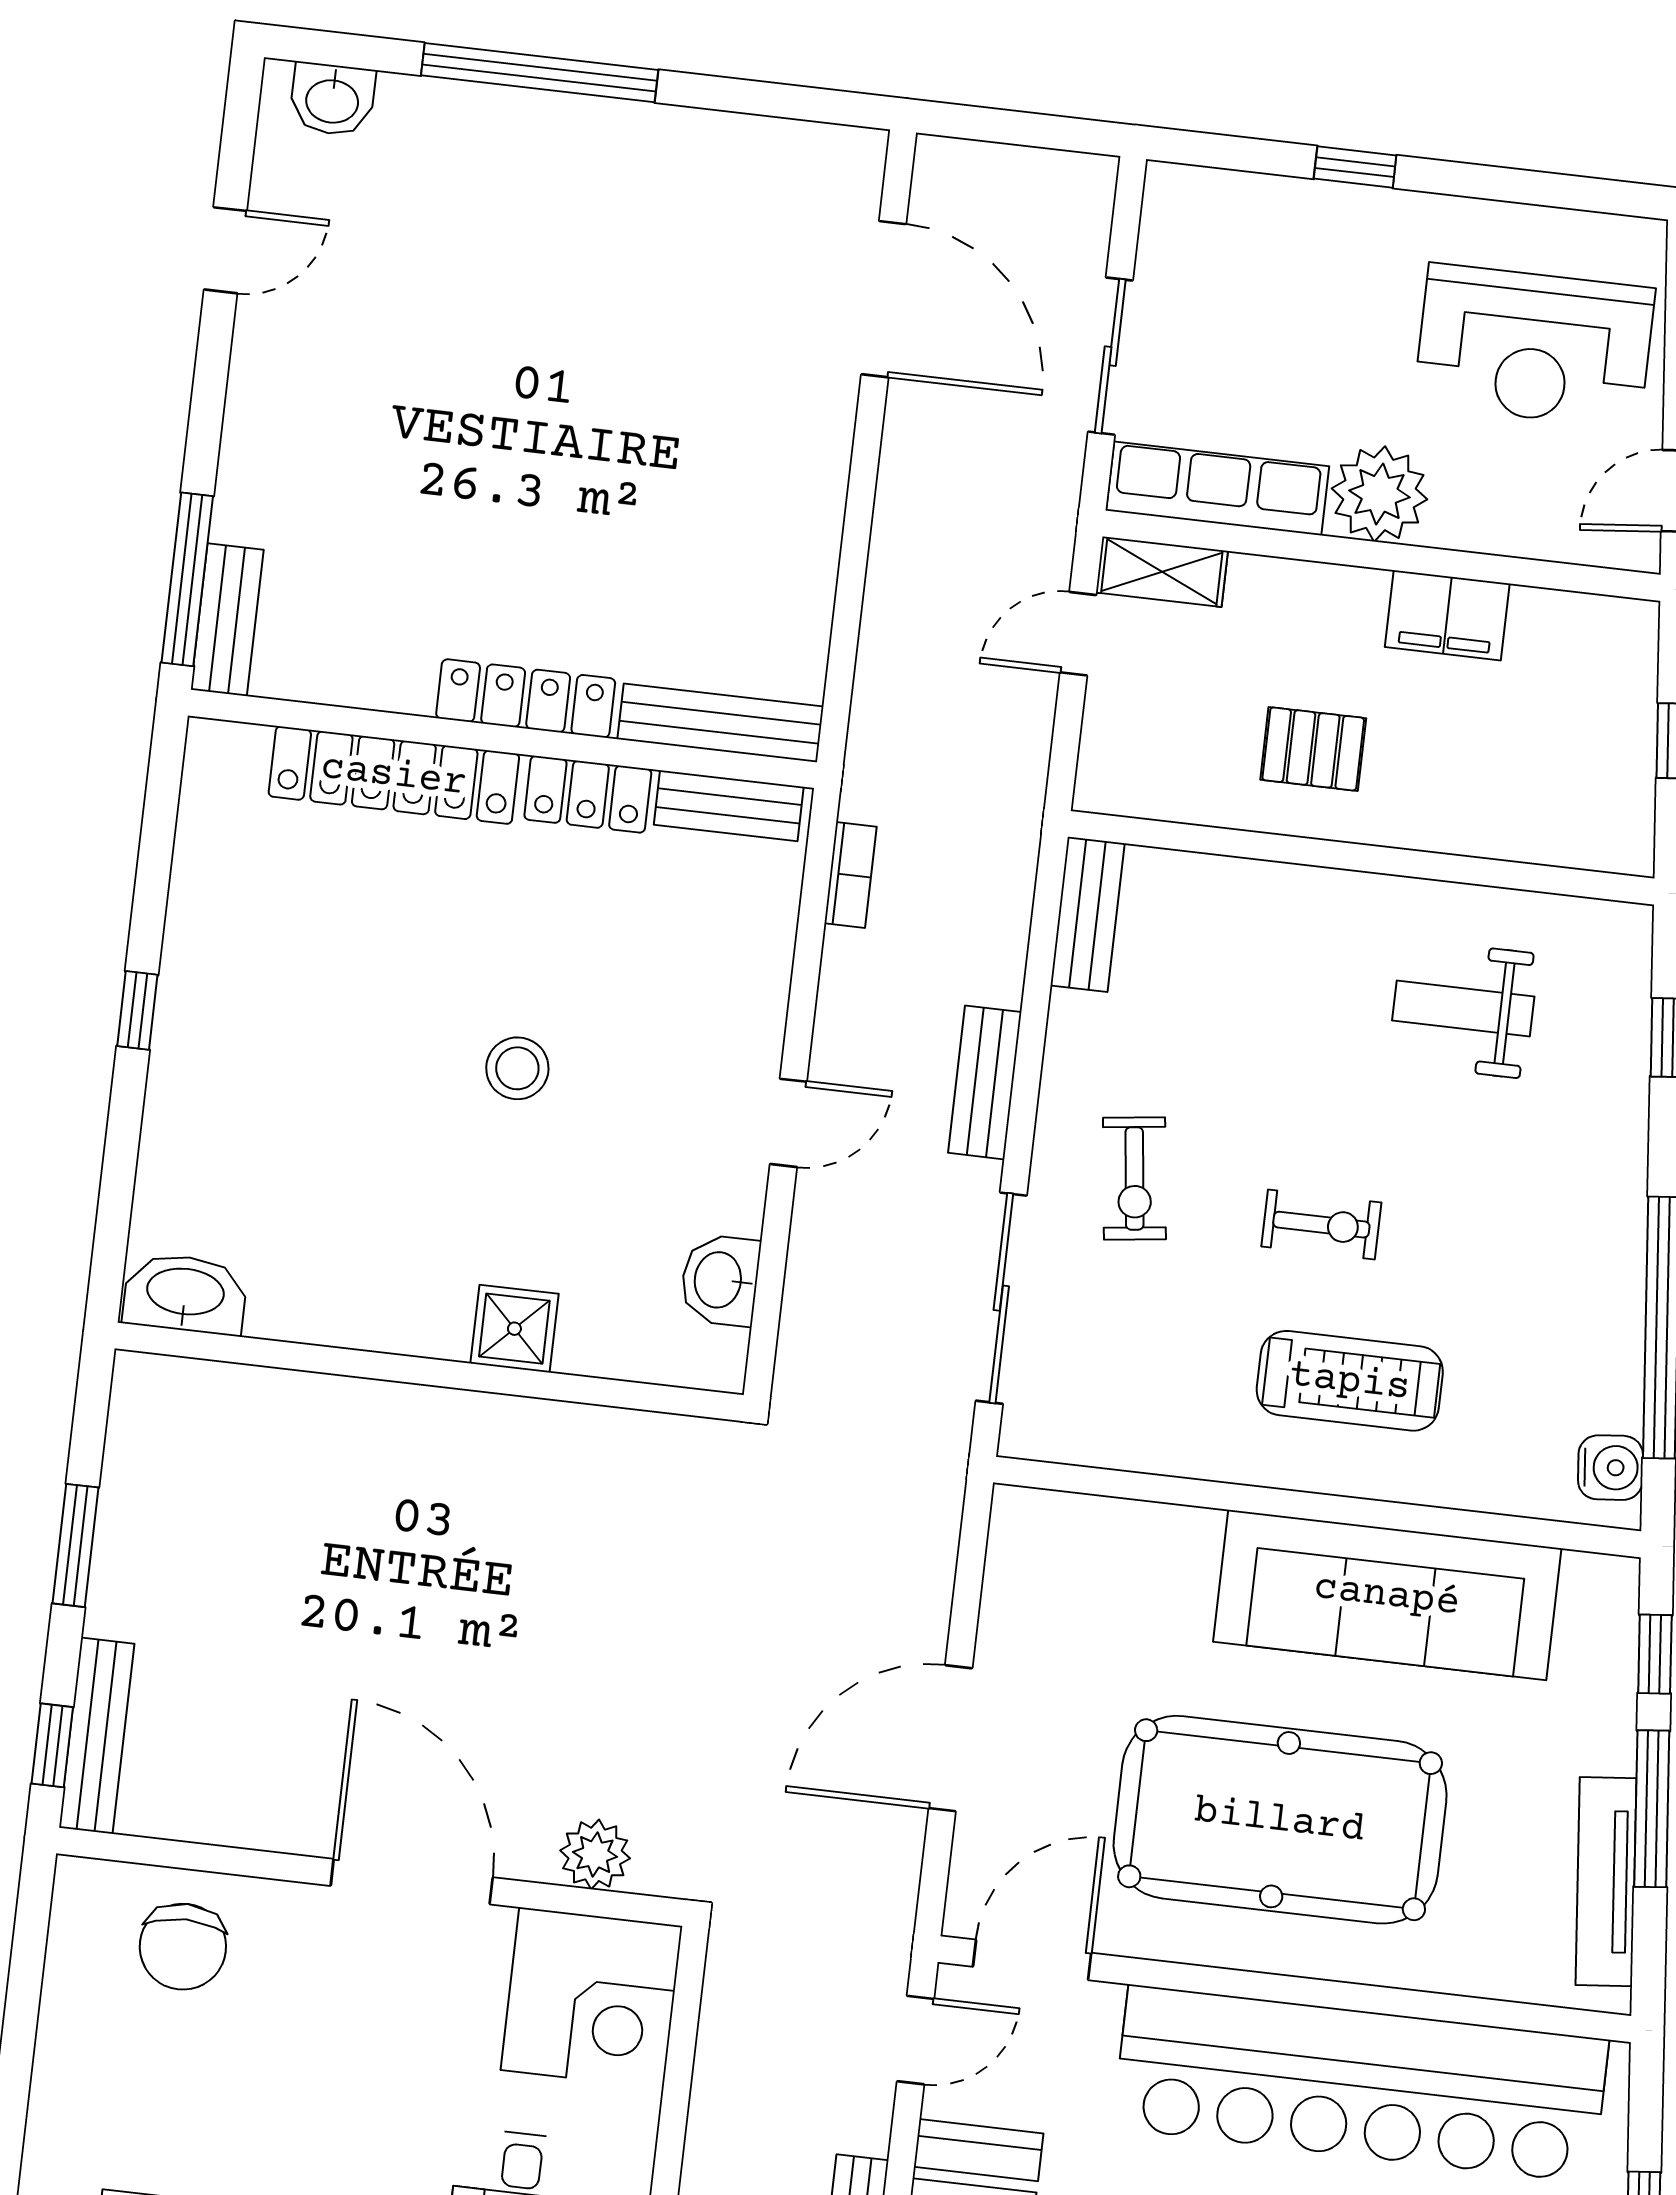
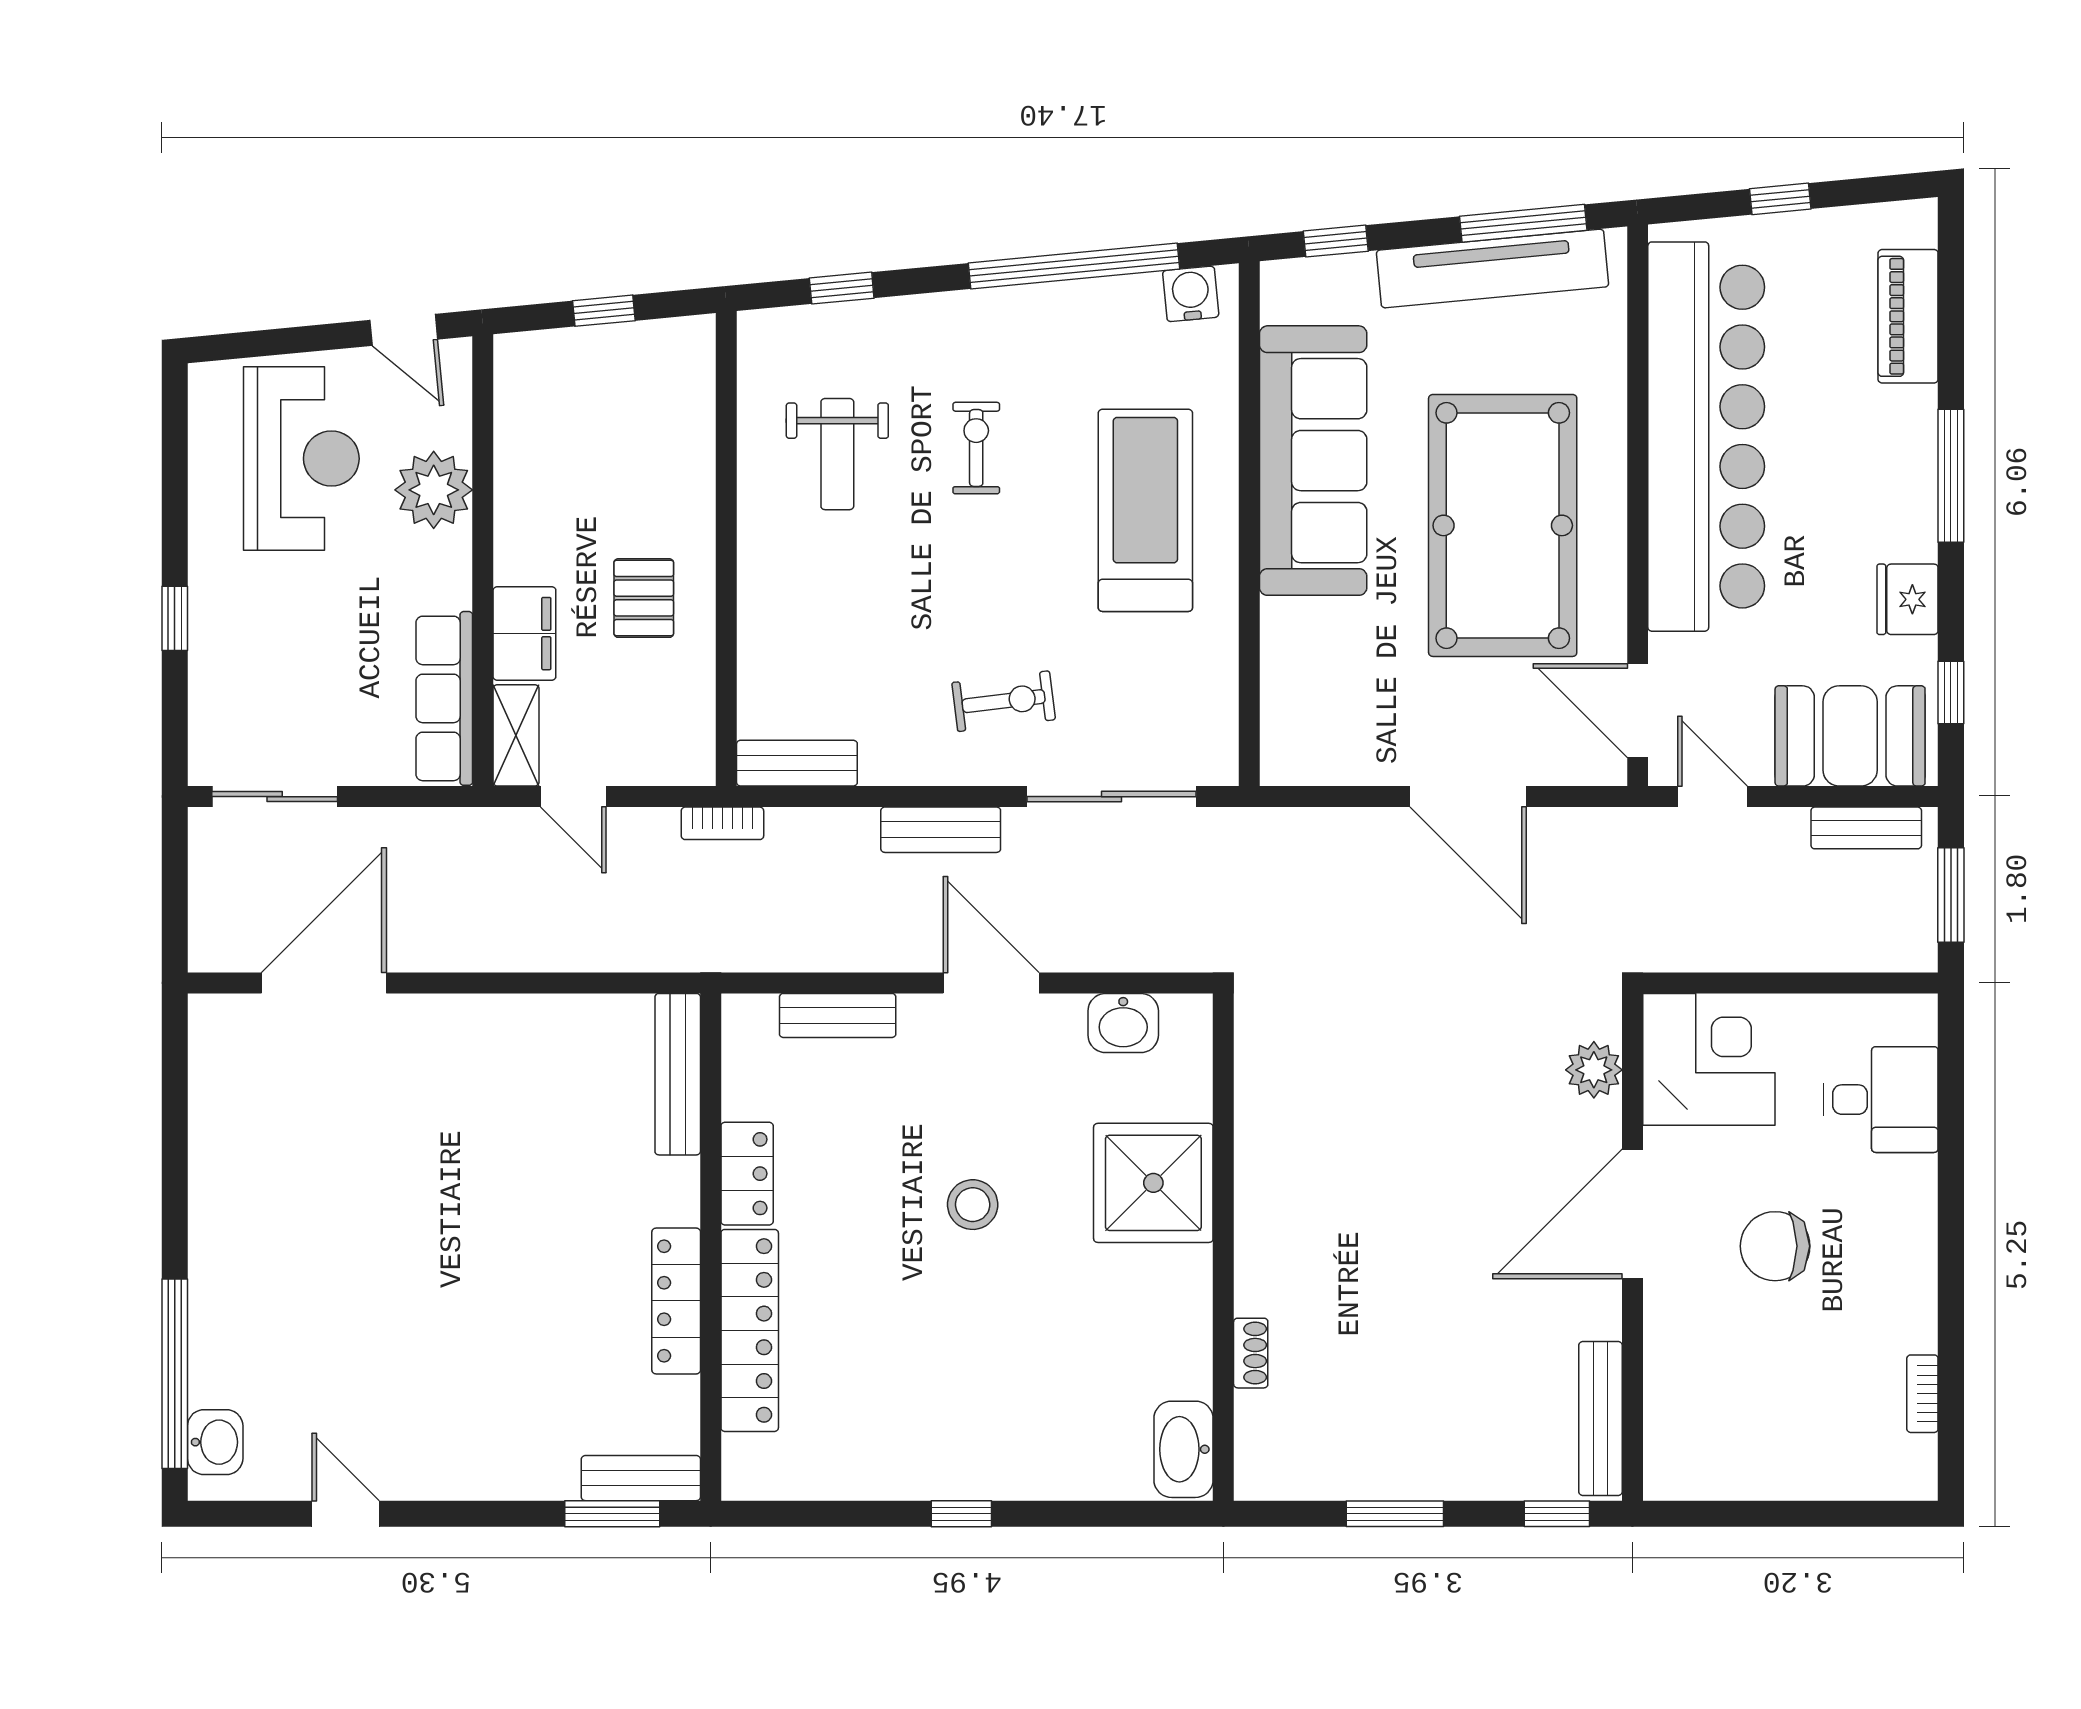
window: (540, 73) -> (175, 1374), moved
sliding door: (1110, 356) -> (275, 797), moved
plant: (1380, 494) -> (434, 490), moved
window: (187, 579) -> (612, 1514), width x0.69
filing cabinet: (1447, 615) -> (524, 634), moved
locker: (526, 698) -> (676, 1301), moved
bench: (729, 806) -> (838, 1015), moved, turned 90
bookcase: (851, 875) -> (722, 823), moved, turned 180
door: (788, 1123) -> (991, 983), width x1.38
exercise bike: (1321, 1225) -> (976, 448), moved
shower: (514, 1329) -> (1153, 1183), width x1.86, depth x1.86
treadmill: (1350, 1381) -> (1145, 510), width x1.37, depth x1.38
shoe rack: (294, 1390) -> (1251, 1353), added
bench: (97, 1736) -> (1601, 1418), moved, turned 90
window: (1652, 1809) -> (1523, 223), moved
tv unit: (1606, 1882) -> (1493, 269), width x1.36, depth x1.29
chair: (183, 1947) -> (1775, 1246), moved, turned 180

